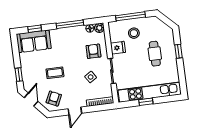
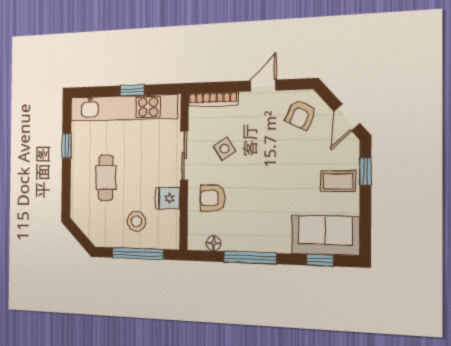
plant: (99, 28) -> (196, 241), removed
armchair: (93, 51) -> (213, 198), turned 90
window: (179, 51) -> (67, 146), moved
coffee table: (55, 73) -> (338, 181), moved

